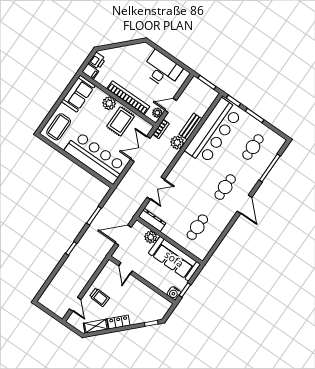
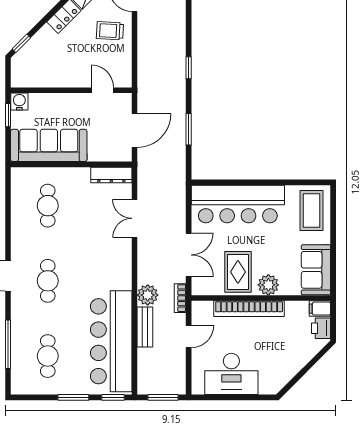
plant: (157, 113) -> (199, 315), removed
plant: (151, 237) -> (98, 152), removed

